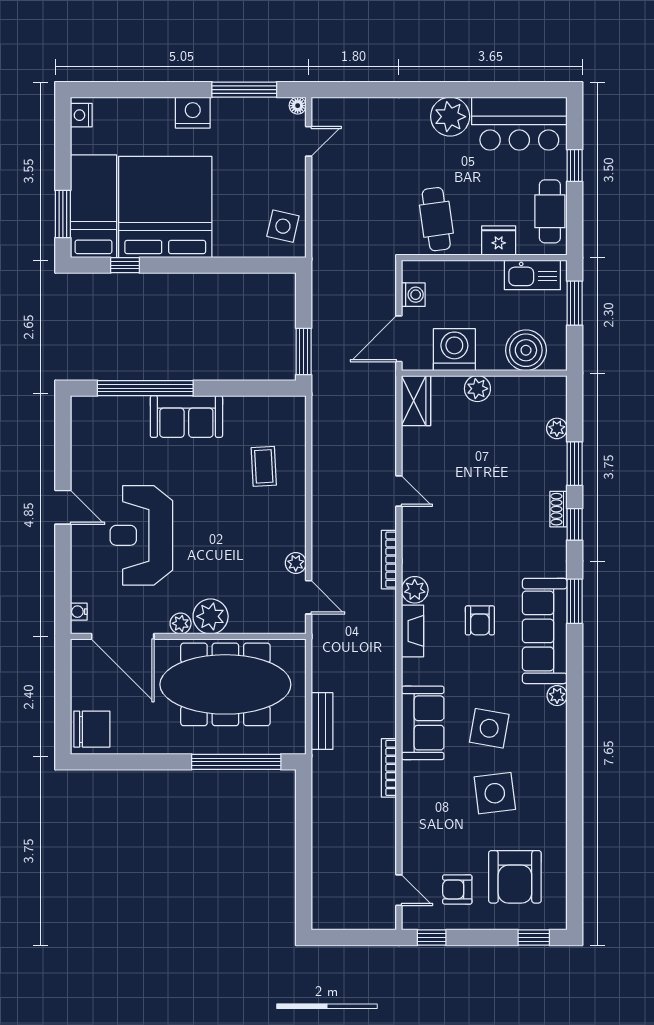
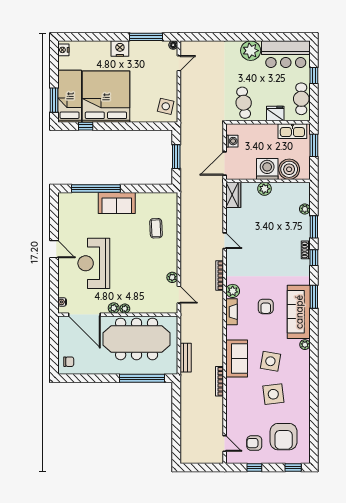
washing machine: (454, 350) -> (267, 169), moved
window: (304, 351) -> (176, 157), moved
plant: (211, 616) -> (125, 309), width x0.53, depth x0.53
chair: (92, 729) -> (69, 362), width x0.54, depth x0.54
window: (432, 938) -> (254, 467), moved

